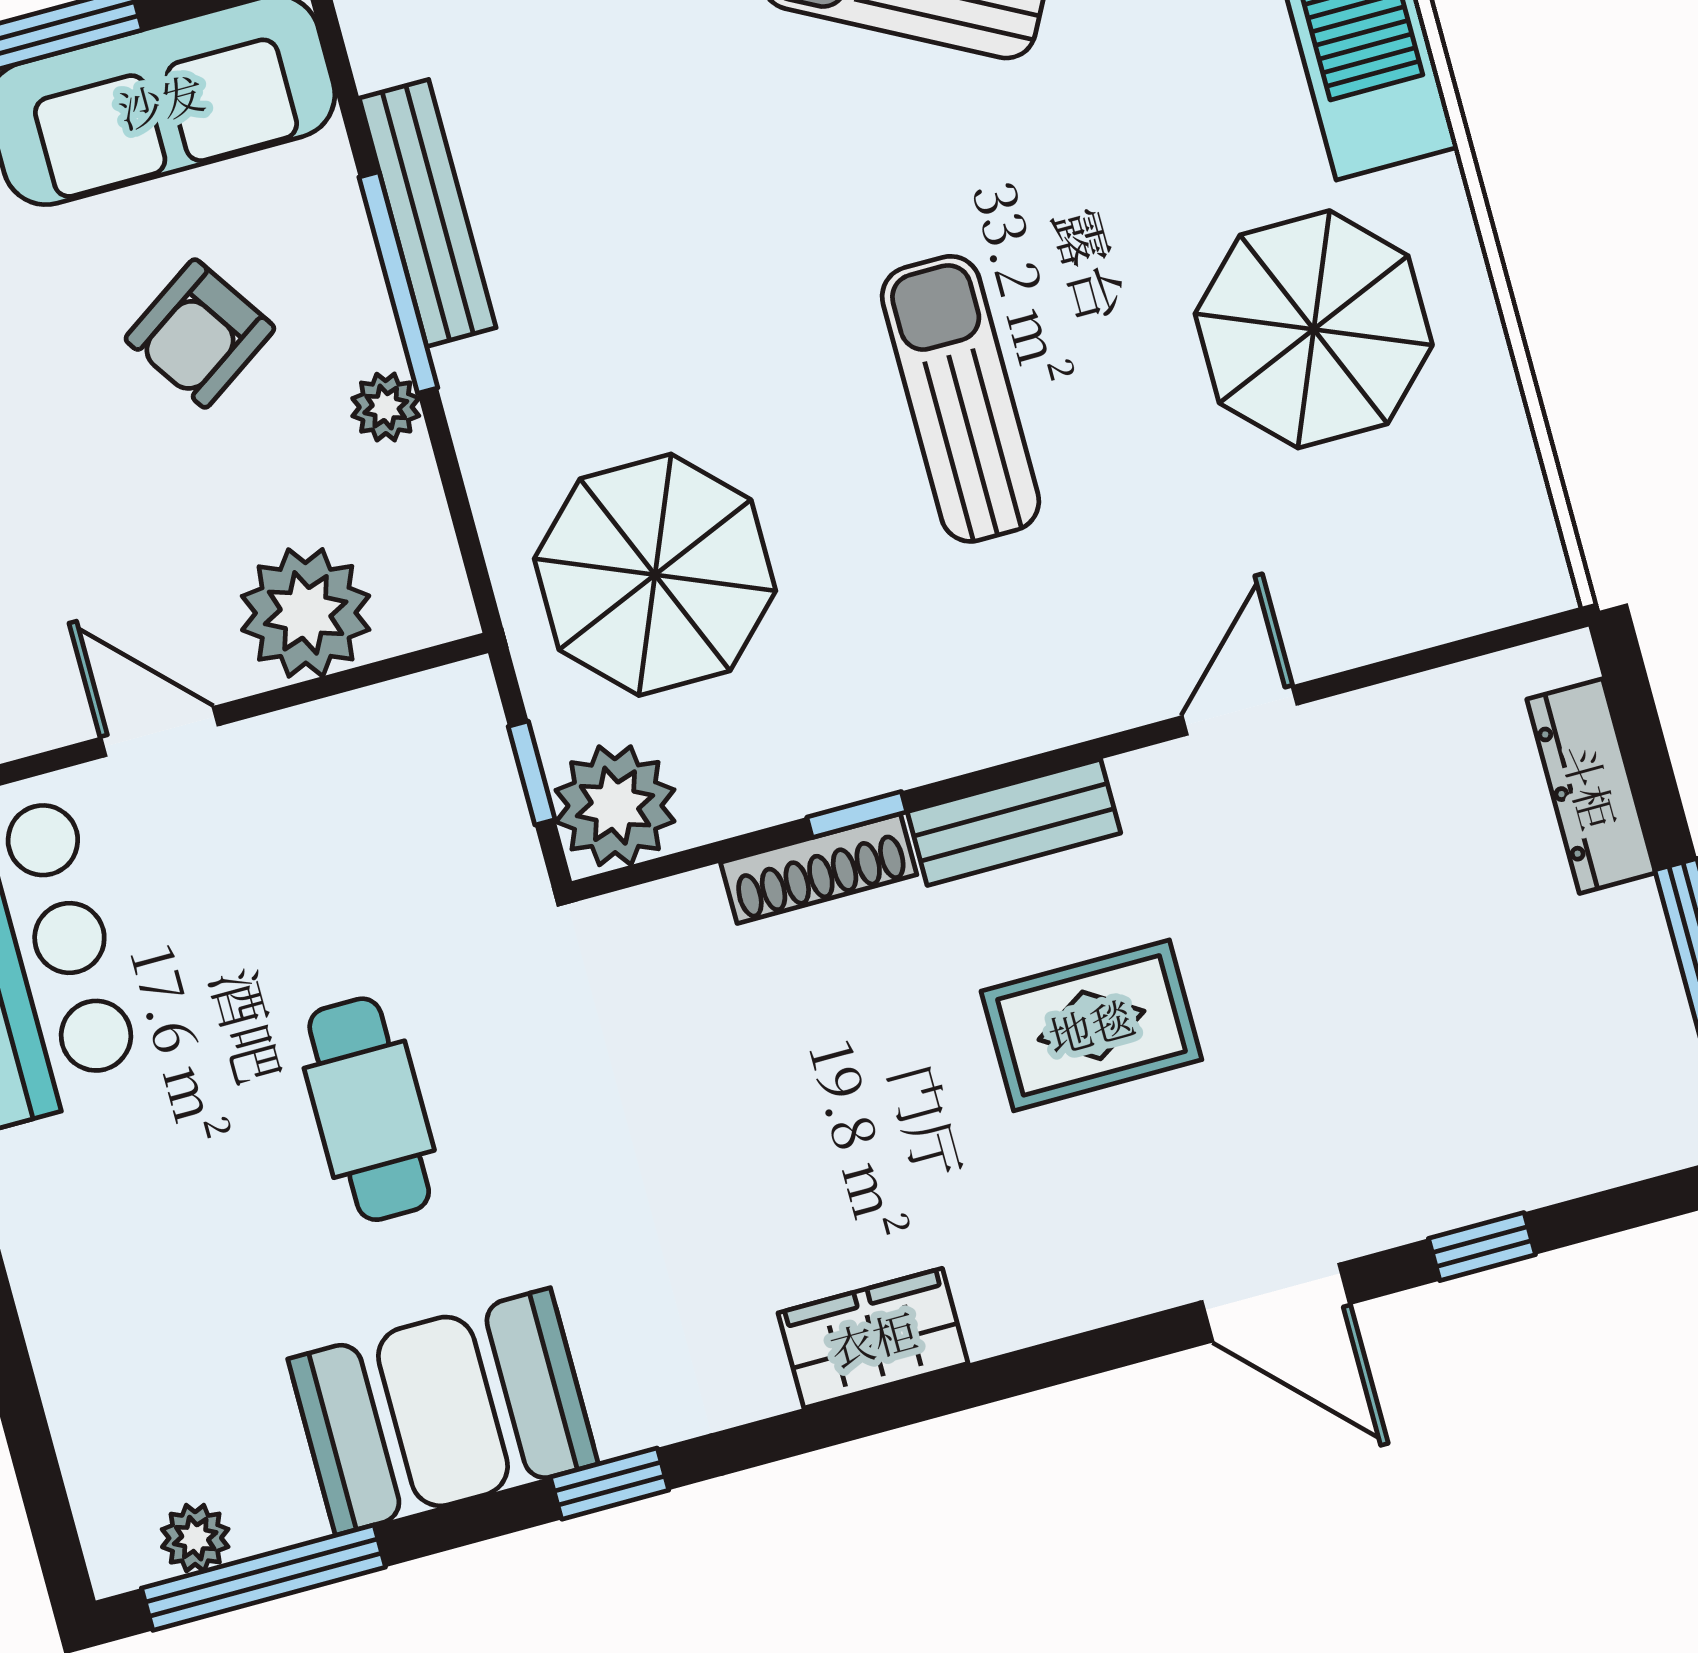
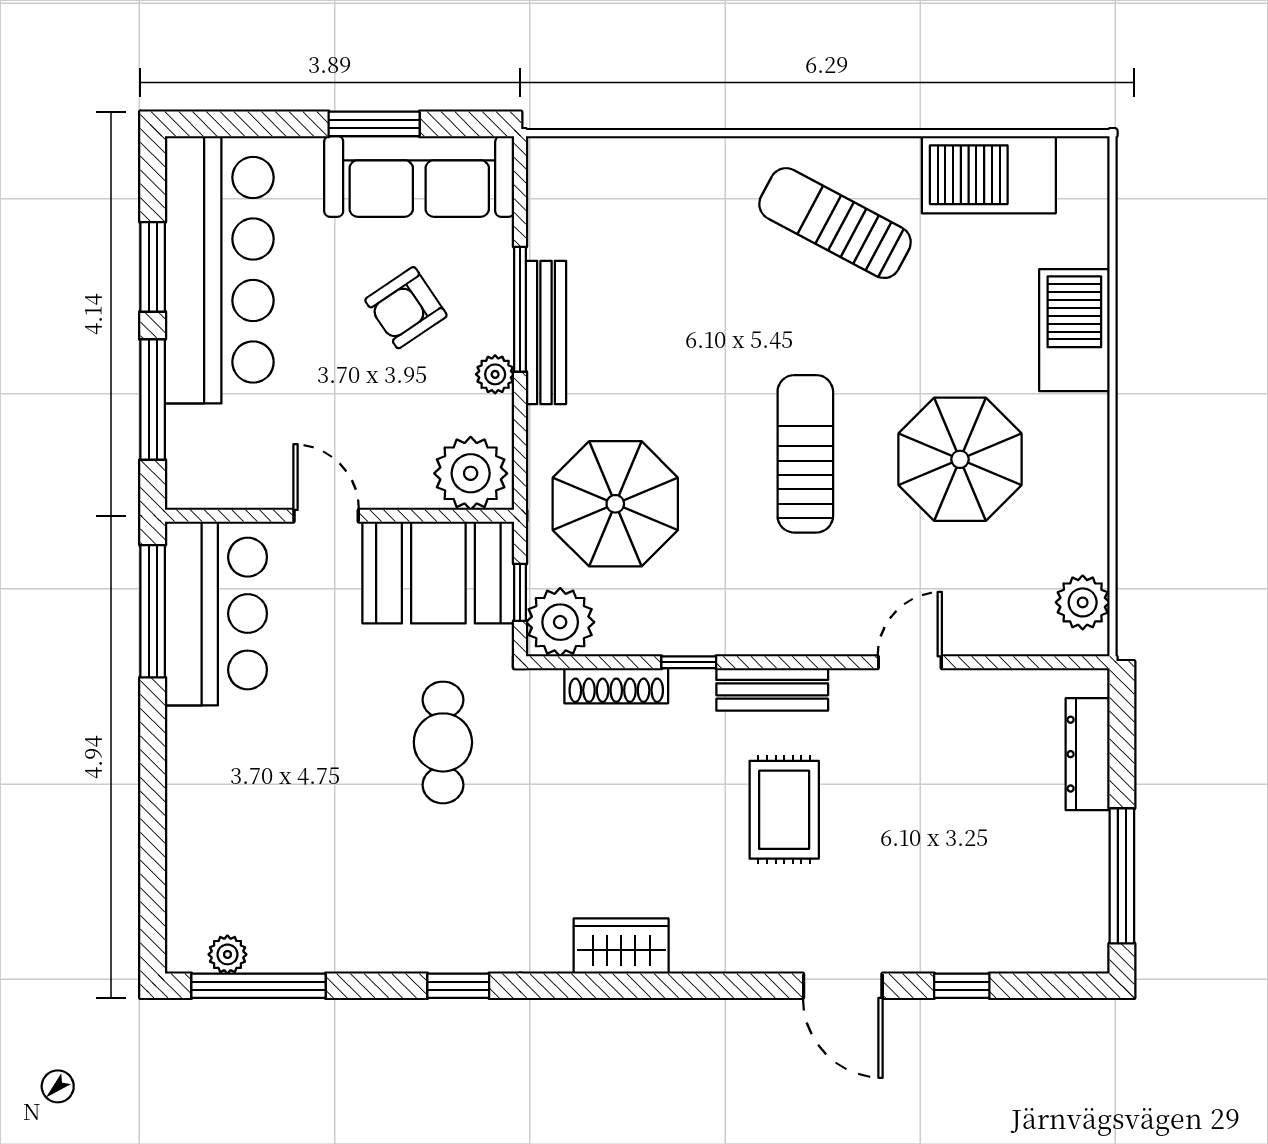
bench: (428, 213) -> (546, 333), moved
parasol: (1314, 329) -> (960, 459), moved
plant: (1511, 526) -> (1083, 602), added
plant: (306, 613) -> (471, 473), moved
shoe rack: (819, 869) -> (616, 686), moved
rug: (1091, 1025) -> (784, 810), turned 90
cafe table: (369, 1109) -> (443, 742), moved
booth: (443, 1411) -> (438, 573), moved

